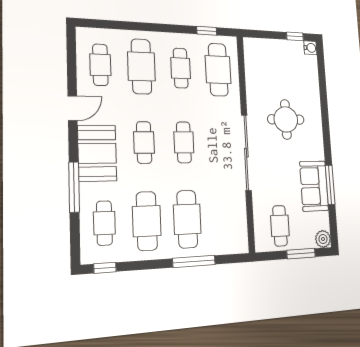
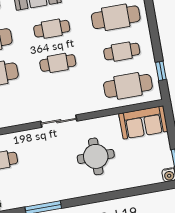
sliding door: (246, 153) -> (59, 121), width x0.54
sofa: (314, 186) -> (143, 122), moved, turned 180

